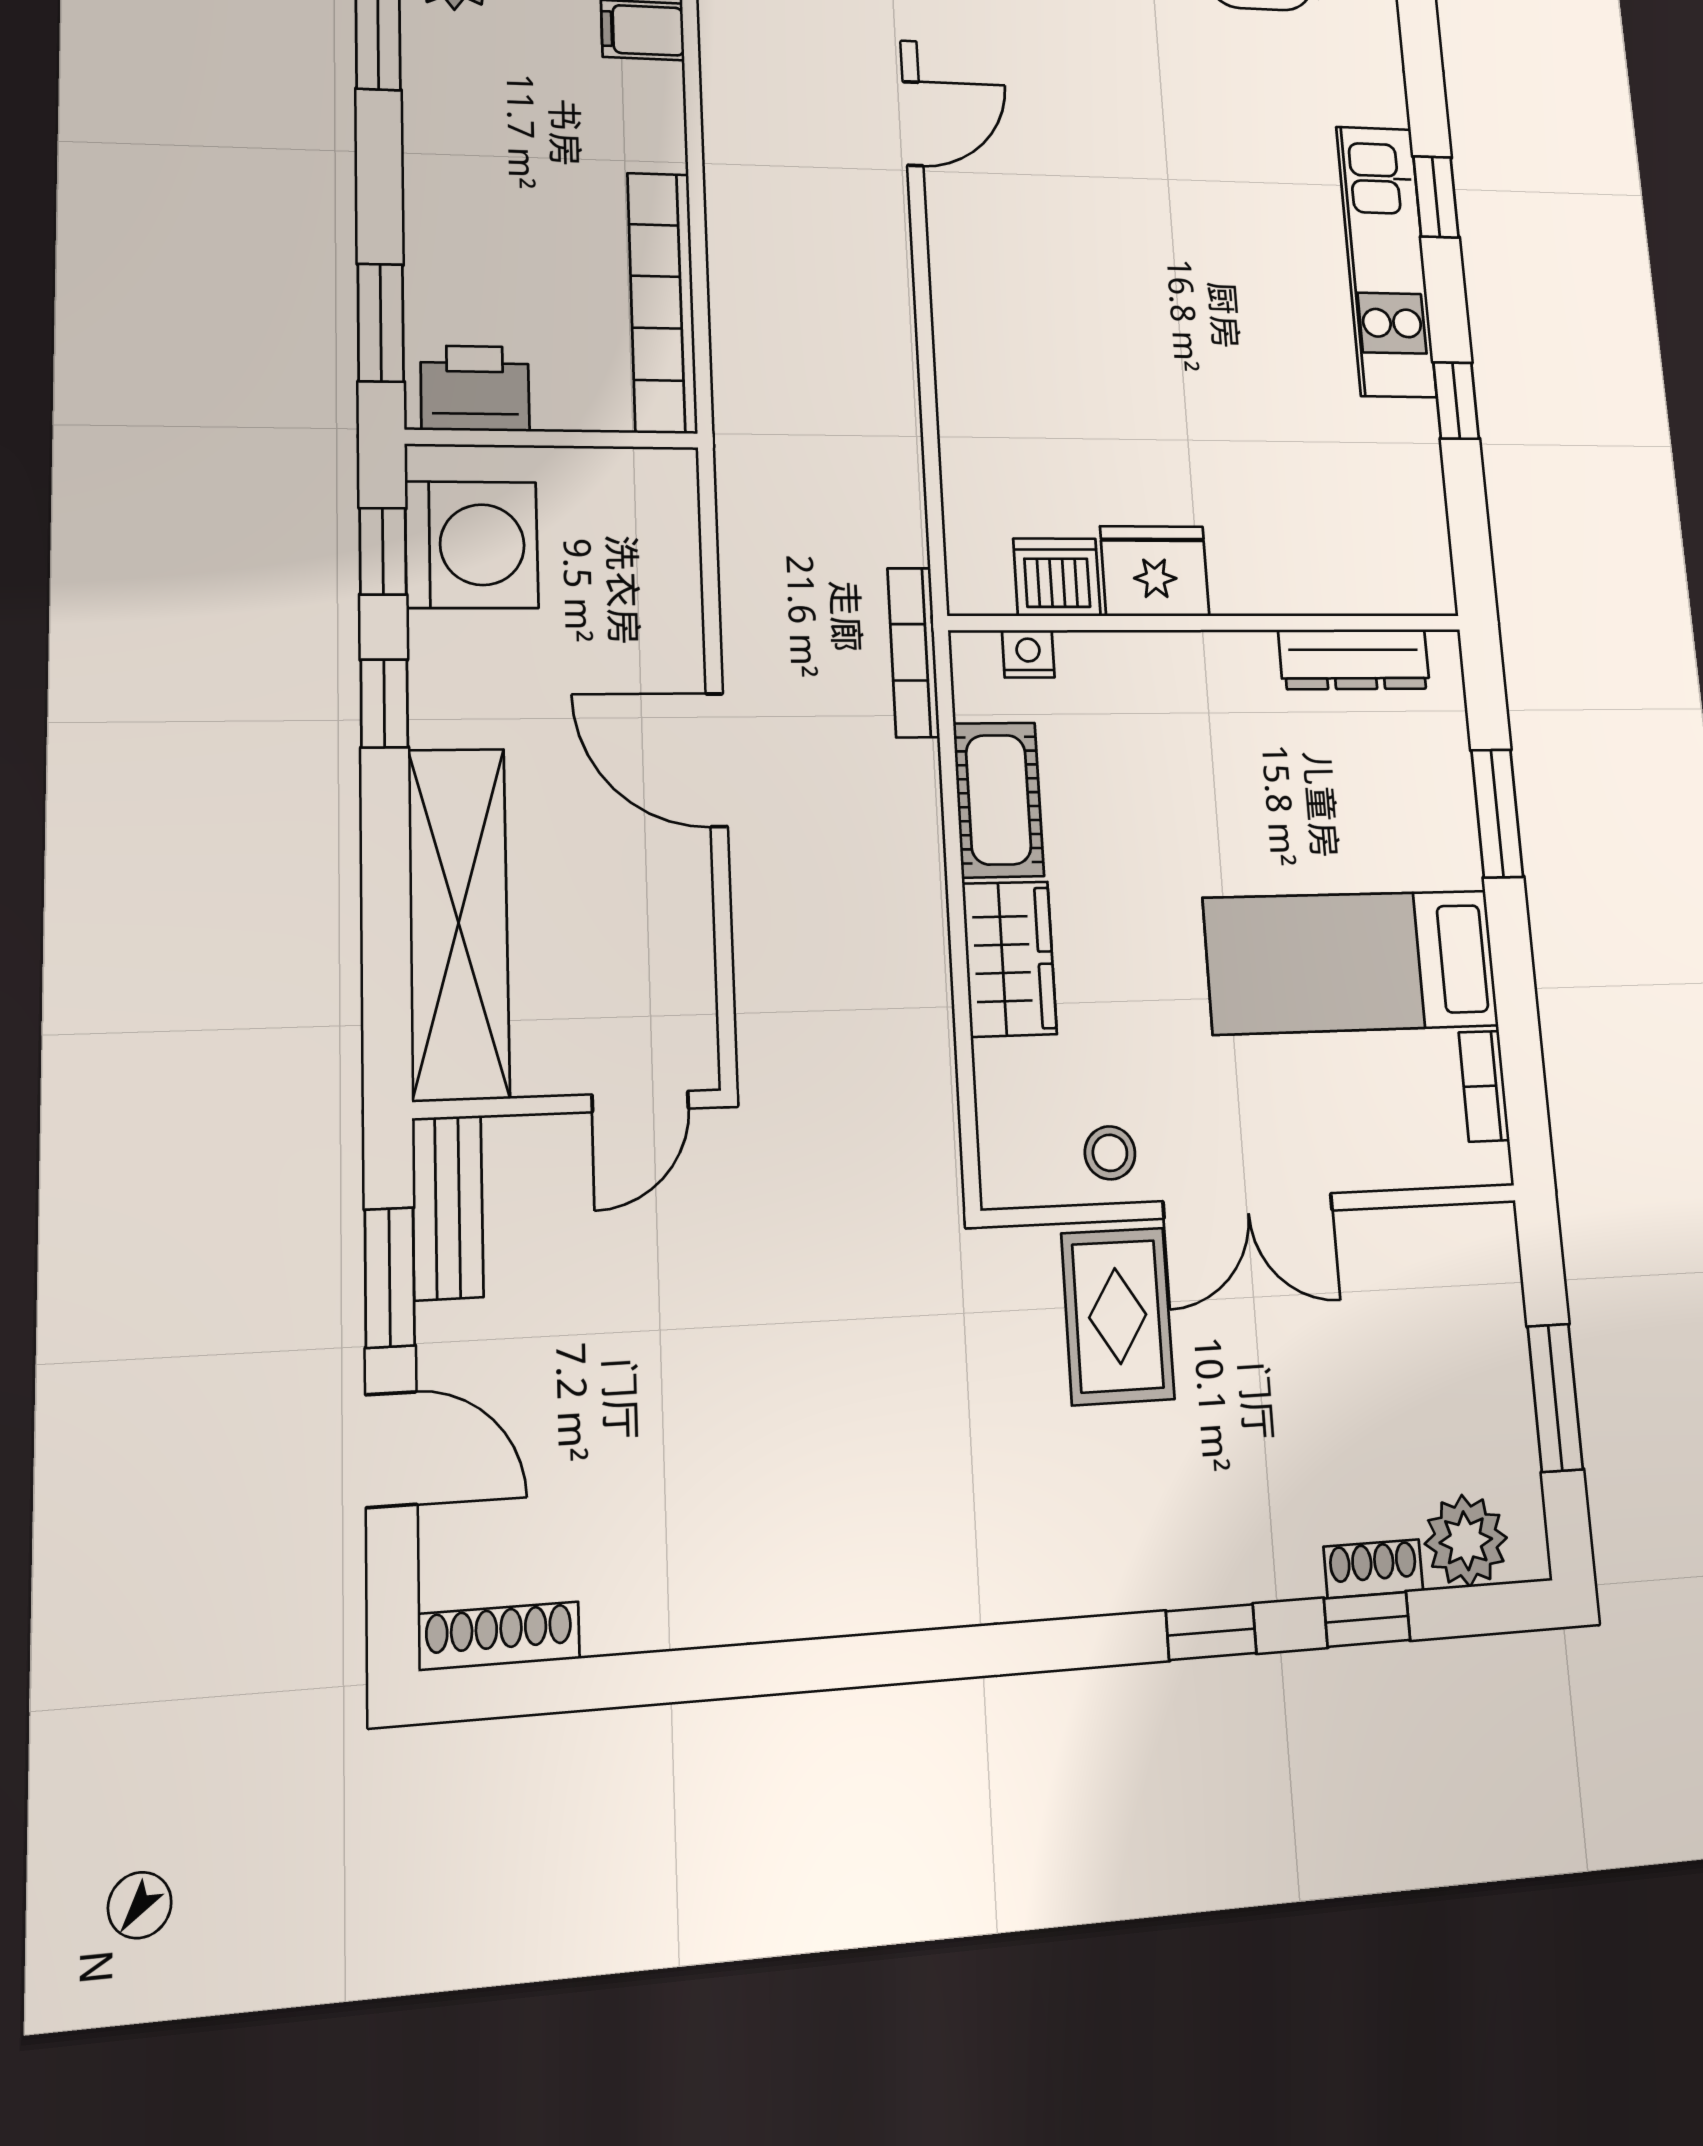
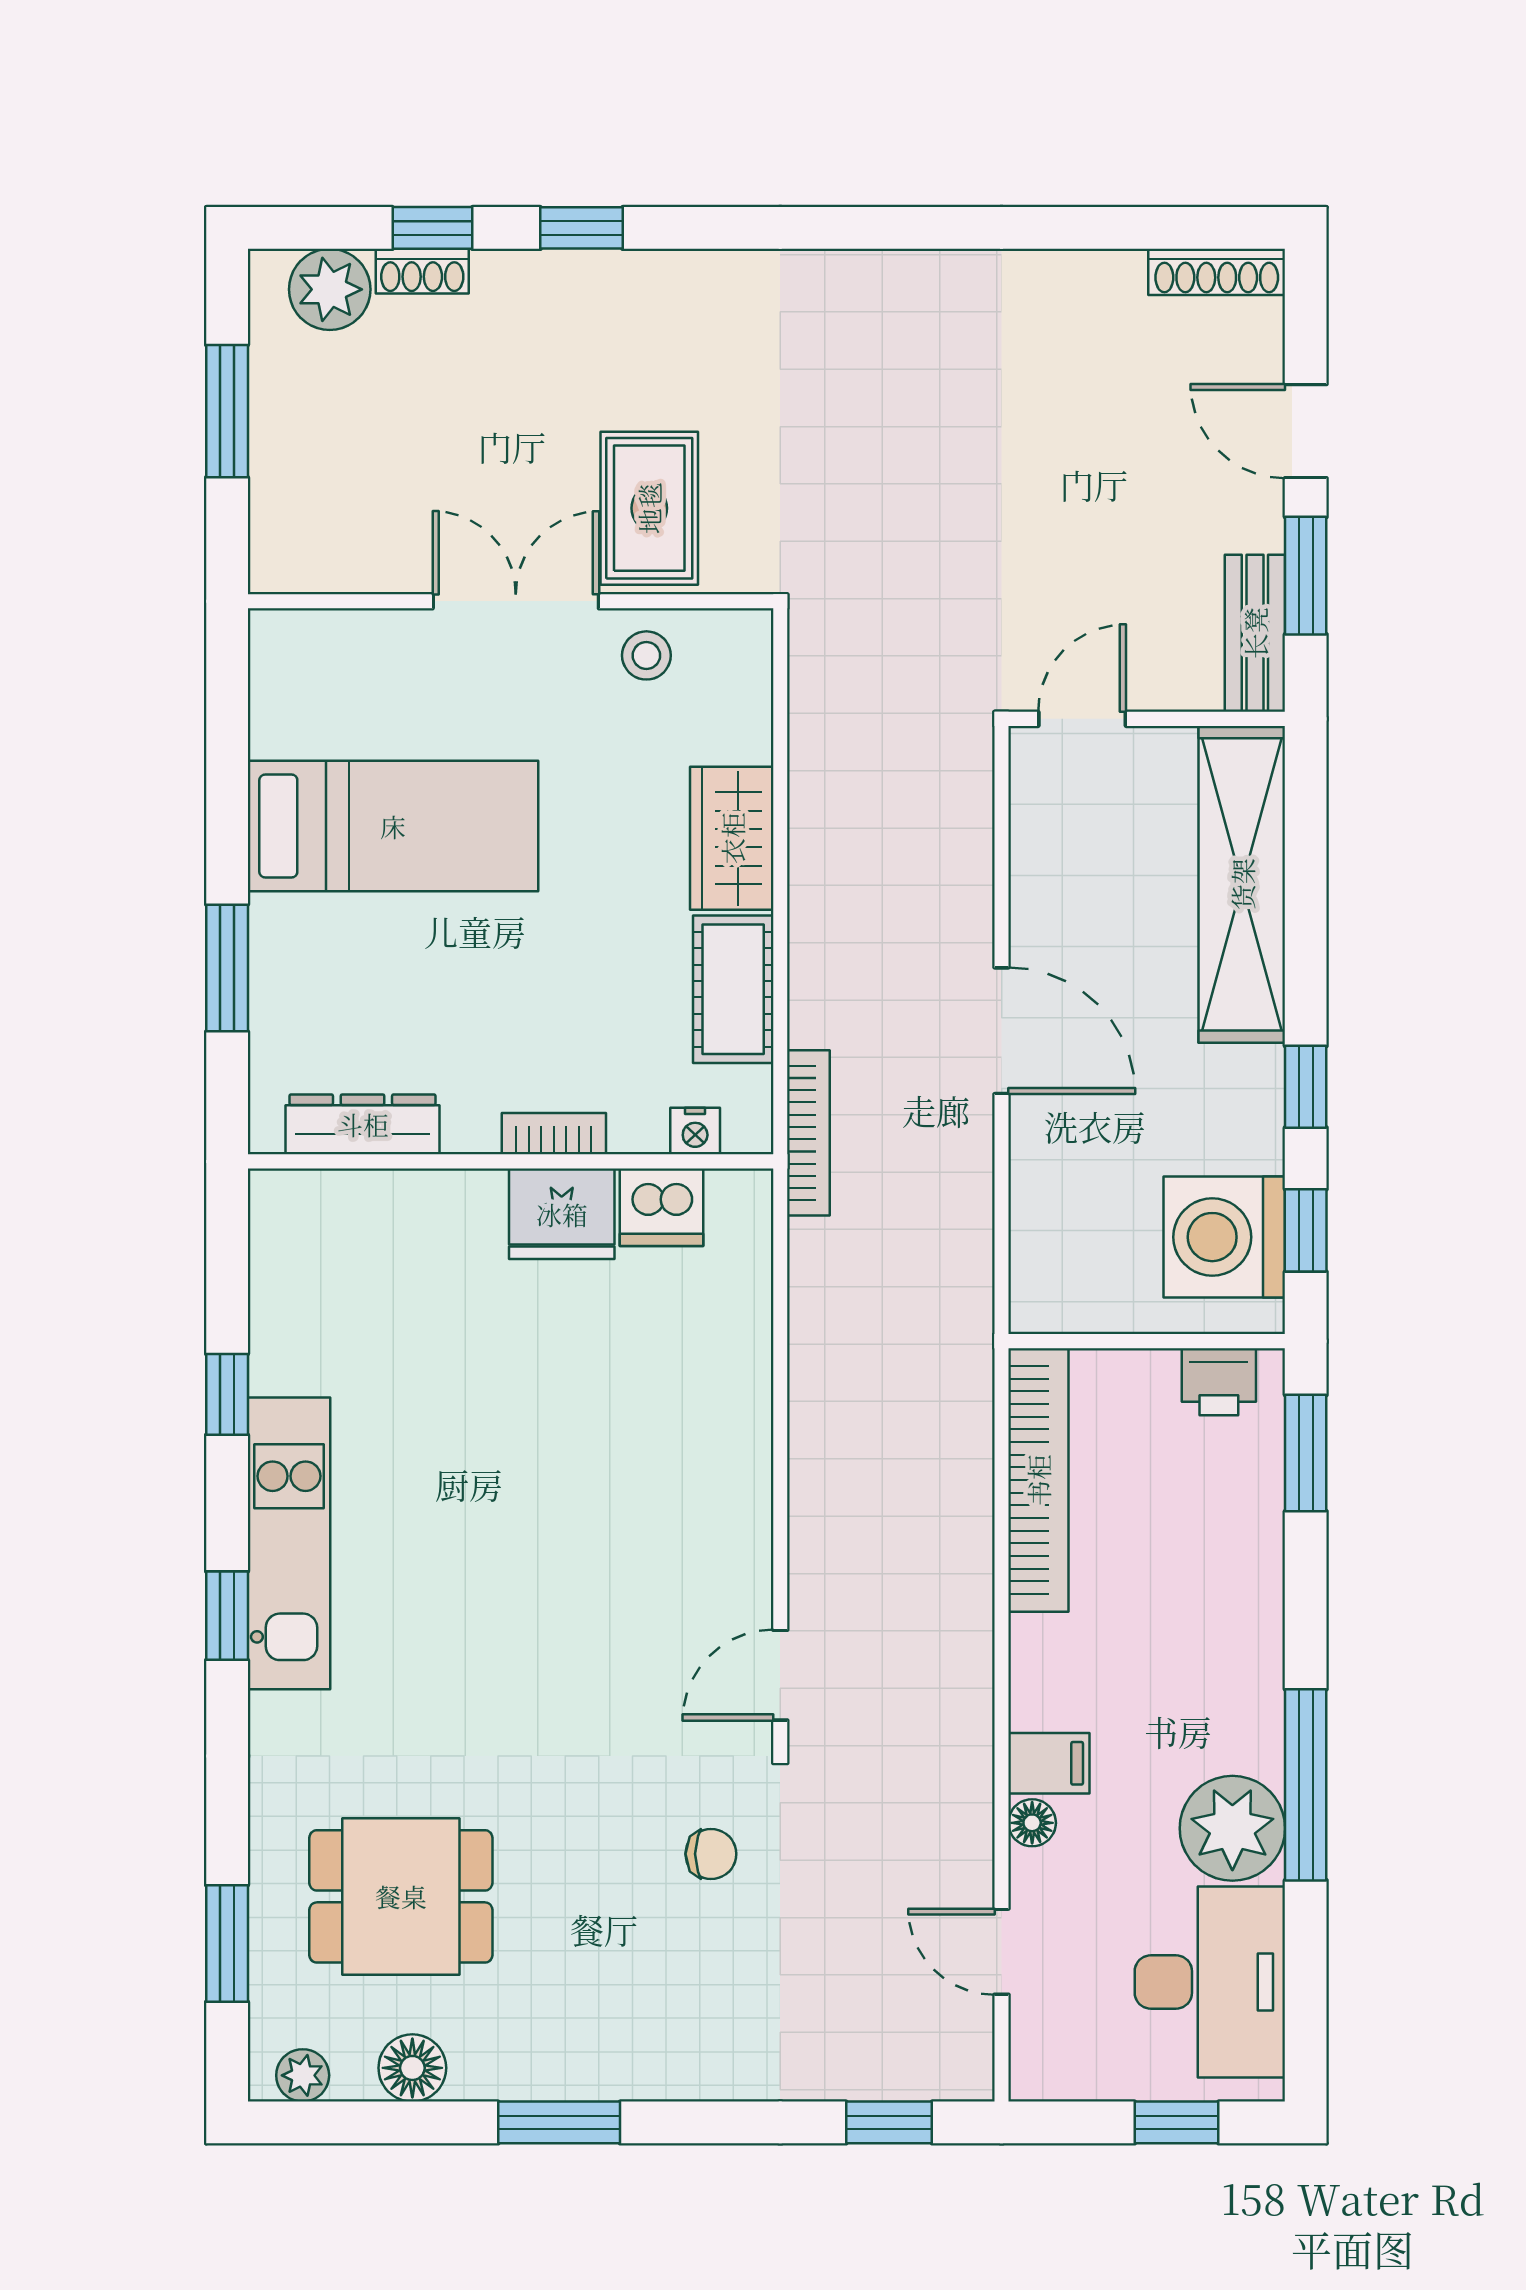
printer: (475, 388) -> (1219, 1382), width x0.73, depth x0.81
bookcase: (1484, 1086) -> (554, 1134), moved, turned -90

